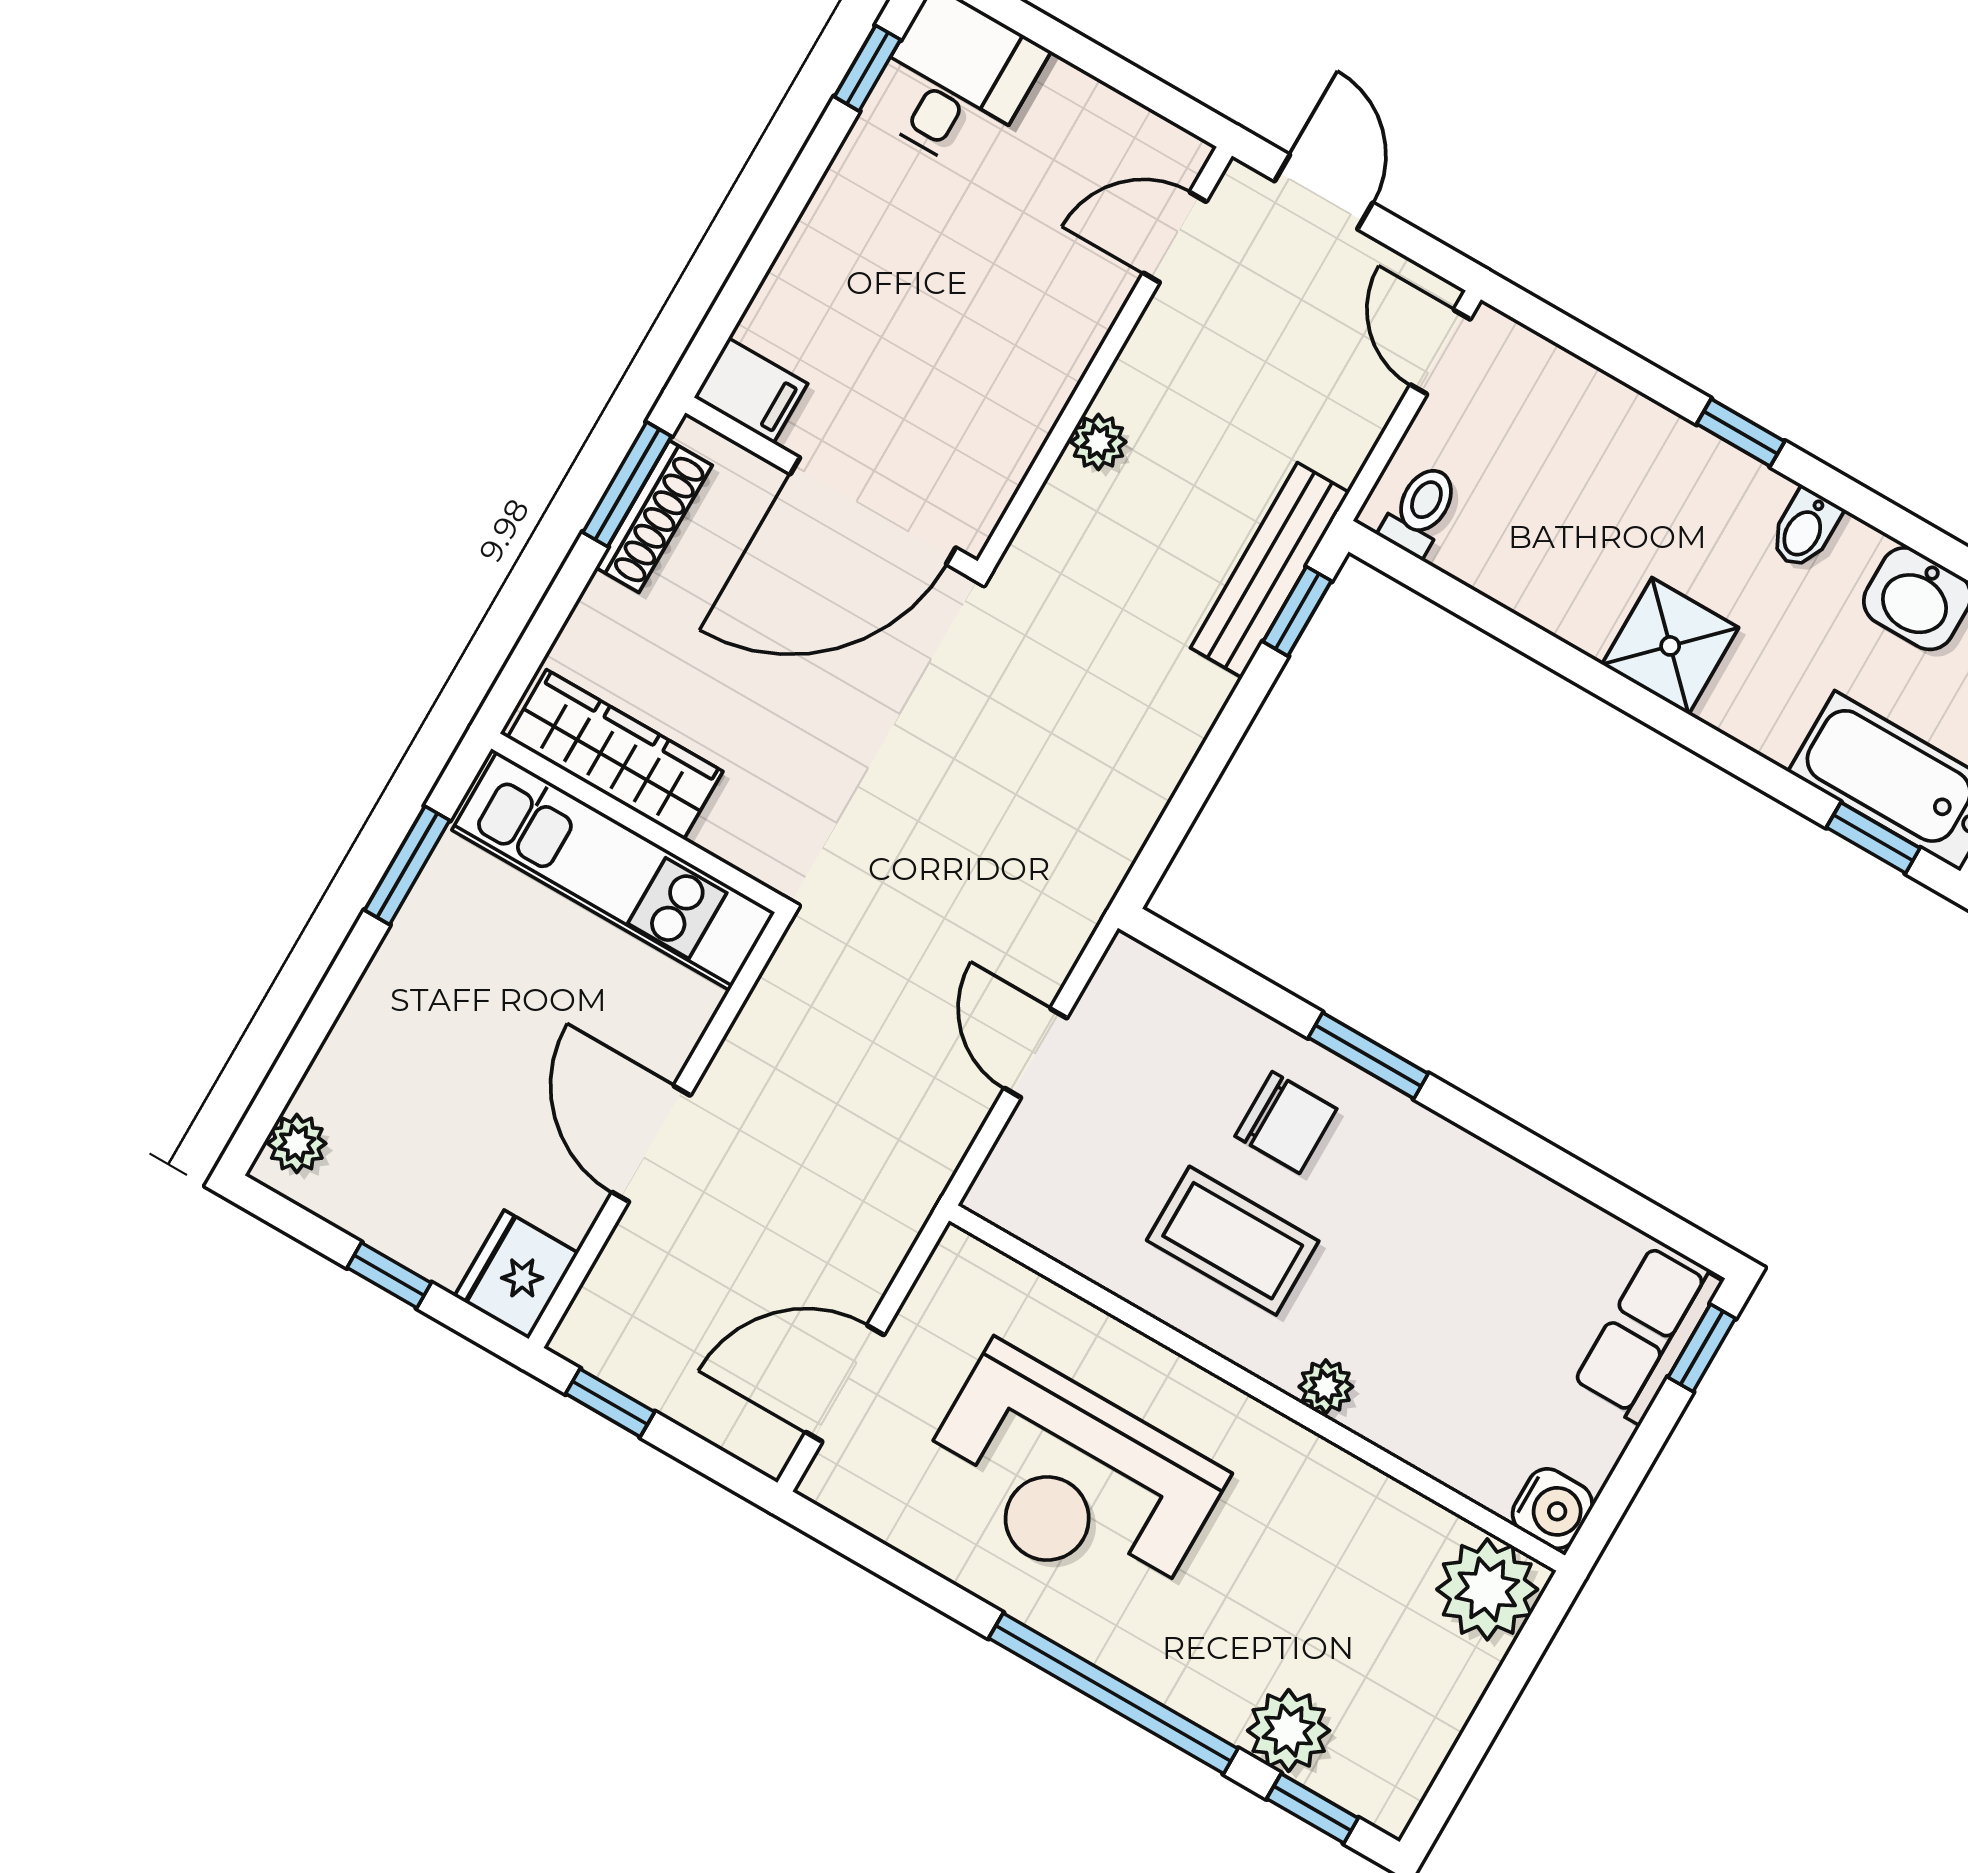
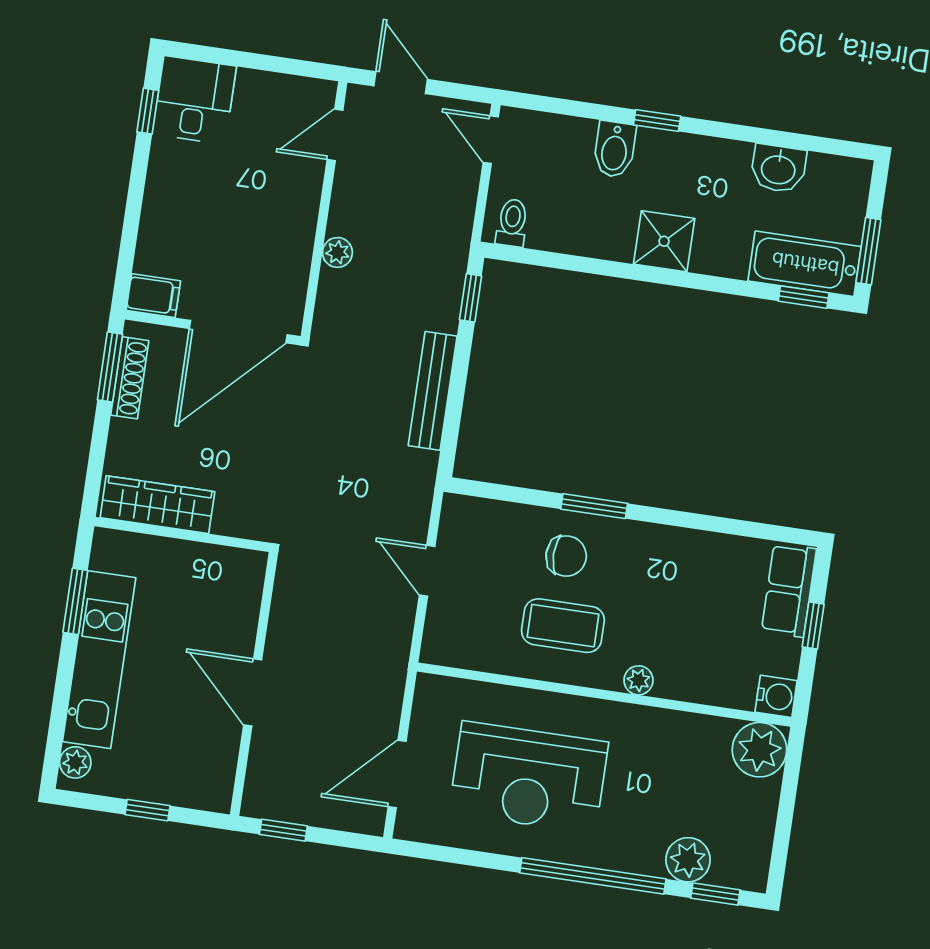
bidet: (1805, 529) -> (615, 149), moved, width x1.38, depth x1.36
bench: (1270, 570) -> (433, 391), moved
kitchen unit: (613, 871) -> (99, 660), moved, turned -90
fridge: (516, 1274) -> (211, 785), removed
window: (1702, 1348) -> (813, 626), moved

